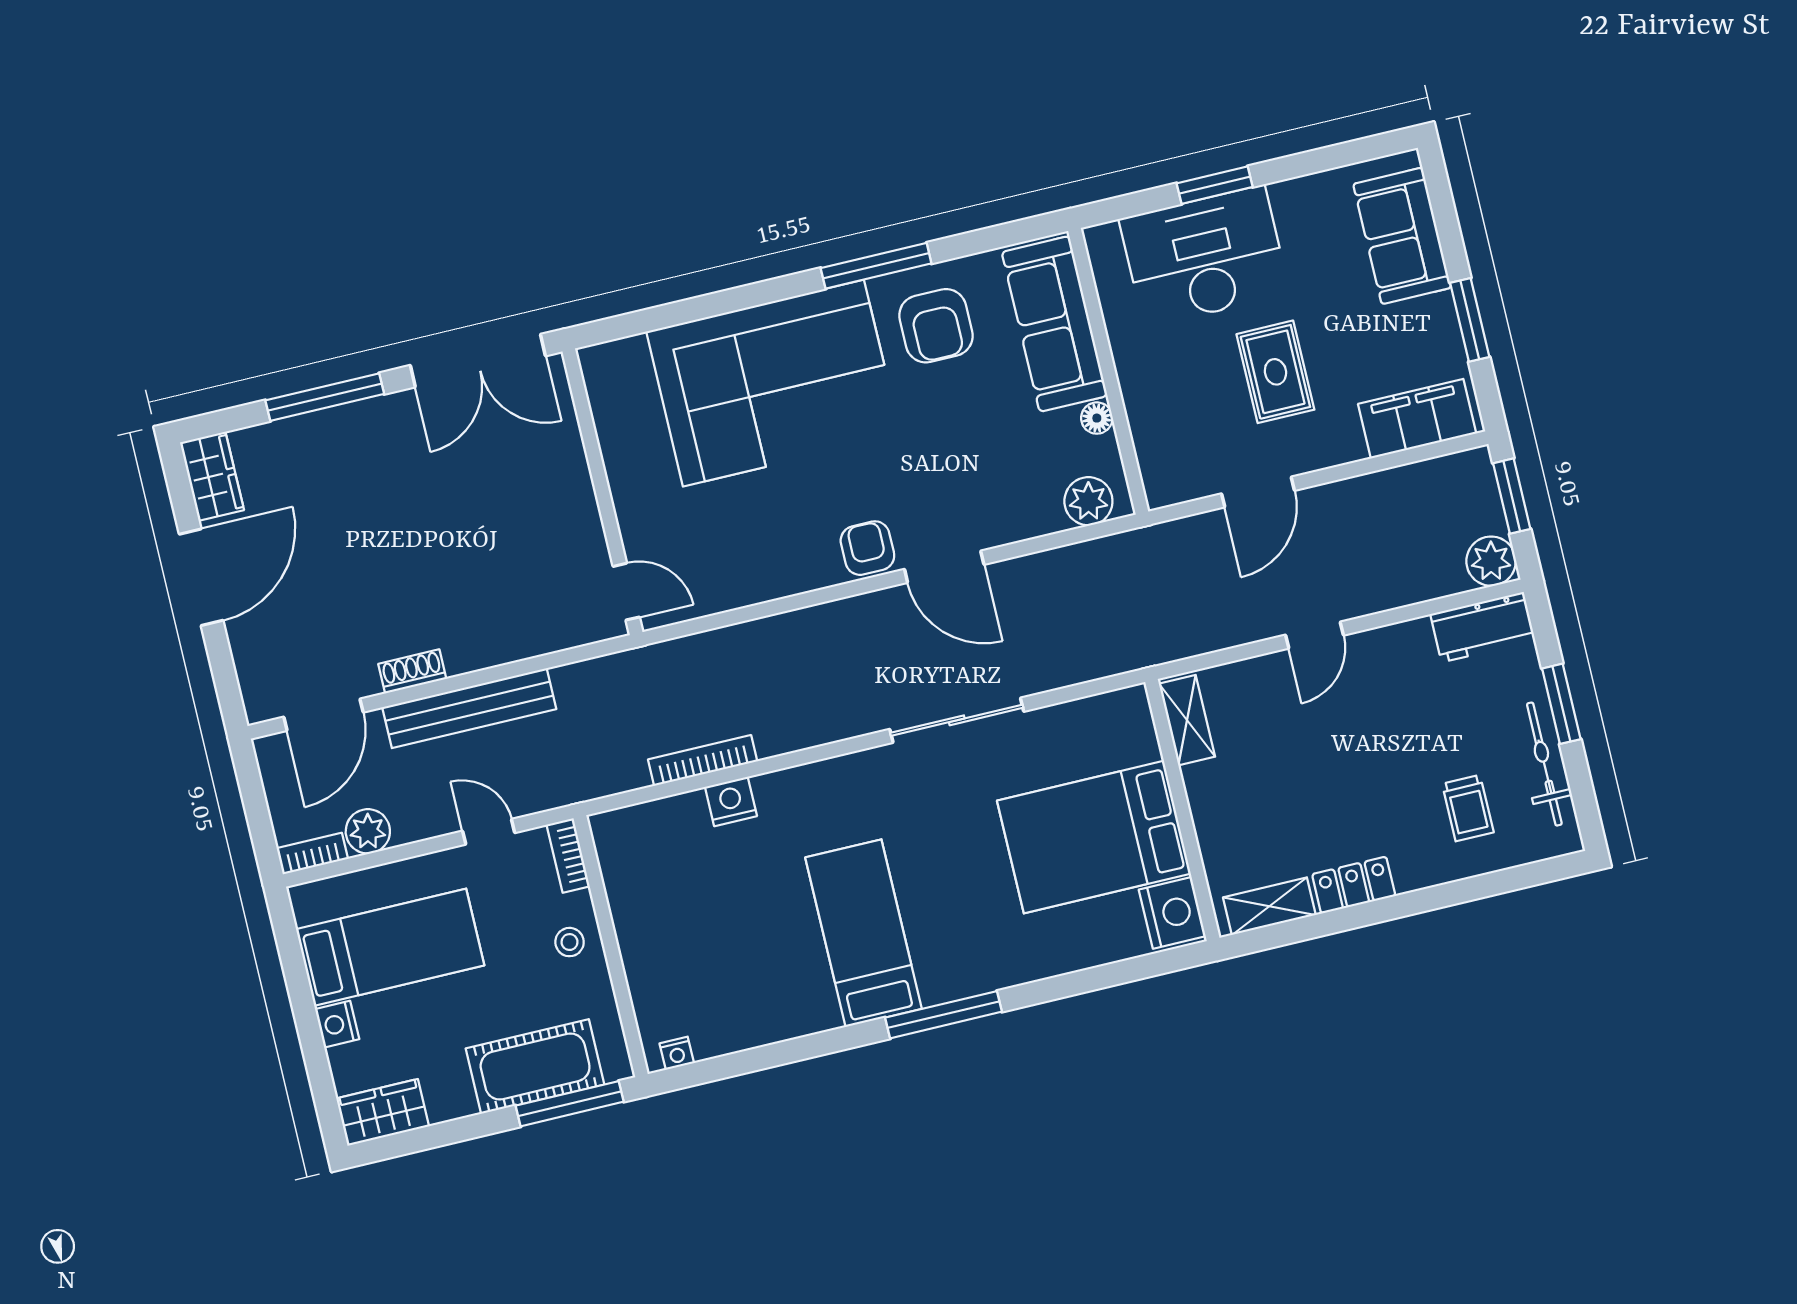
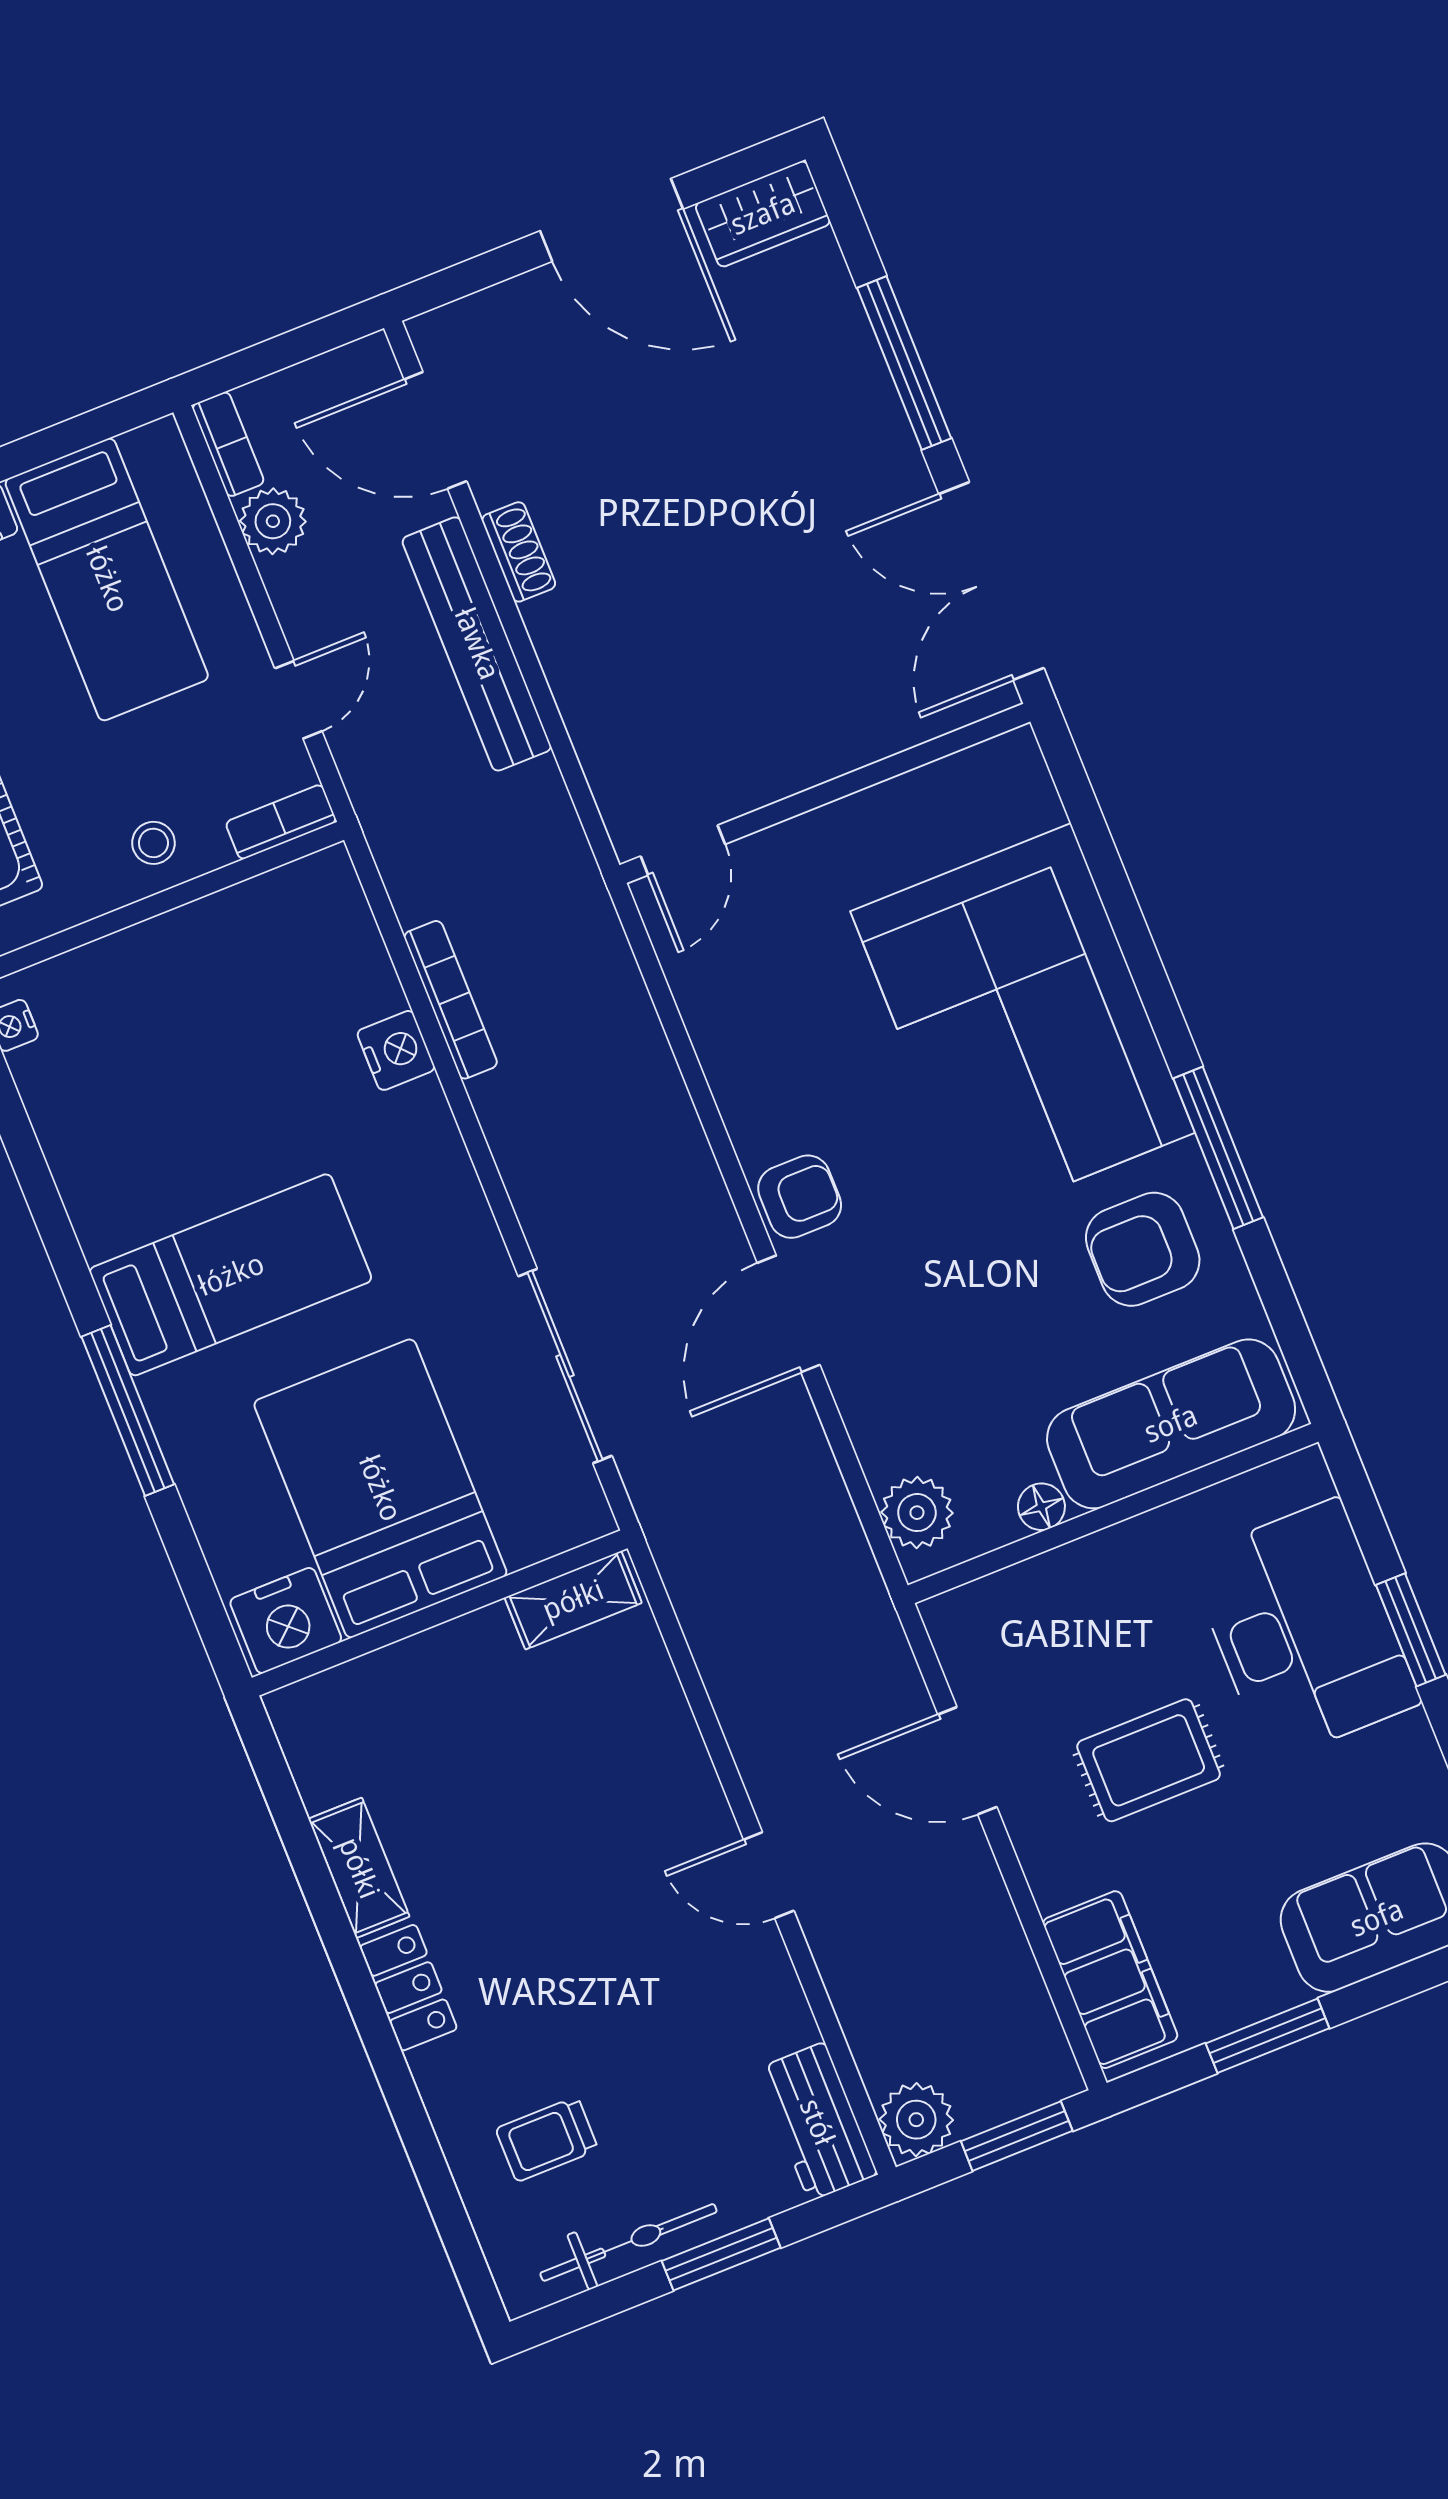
shelving: (1187, 720) -> (573, 1600), moved
wall: (1182, 810) -> (440, 1613), moved
bed: (1094, 837) -> (380, 1488), moved
nightstand: (1172, 913) -> (286, 1621), moved

